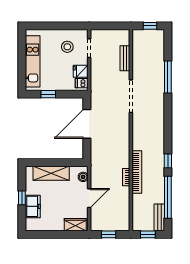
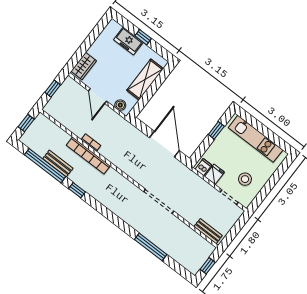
bench: (125, 58) -> (208, 231), moved
bench: (159, 217) -> (58, 163), moved

